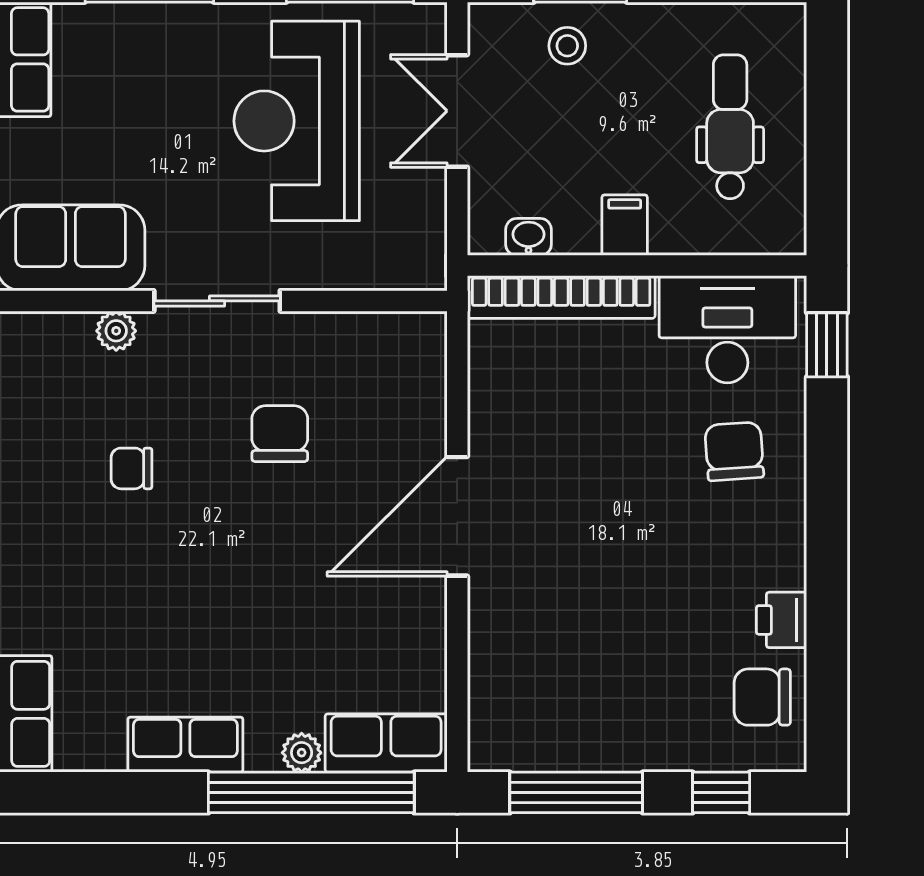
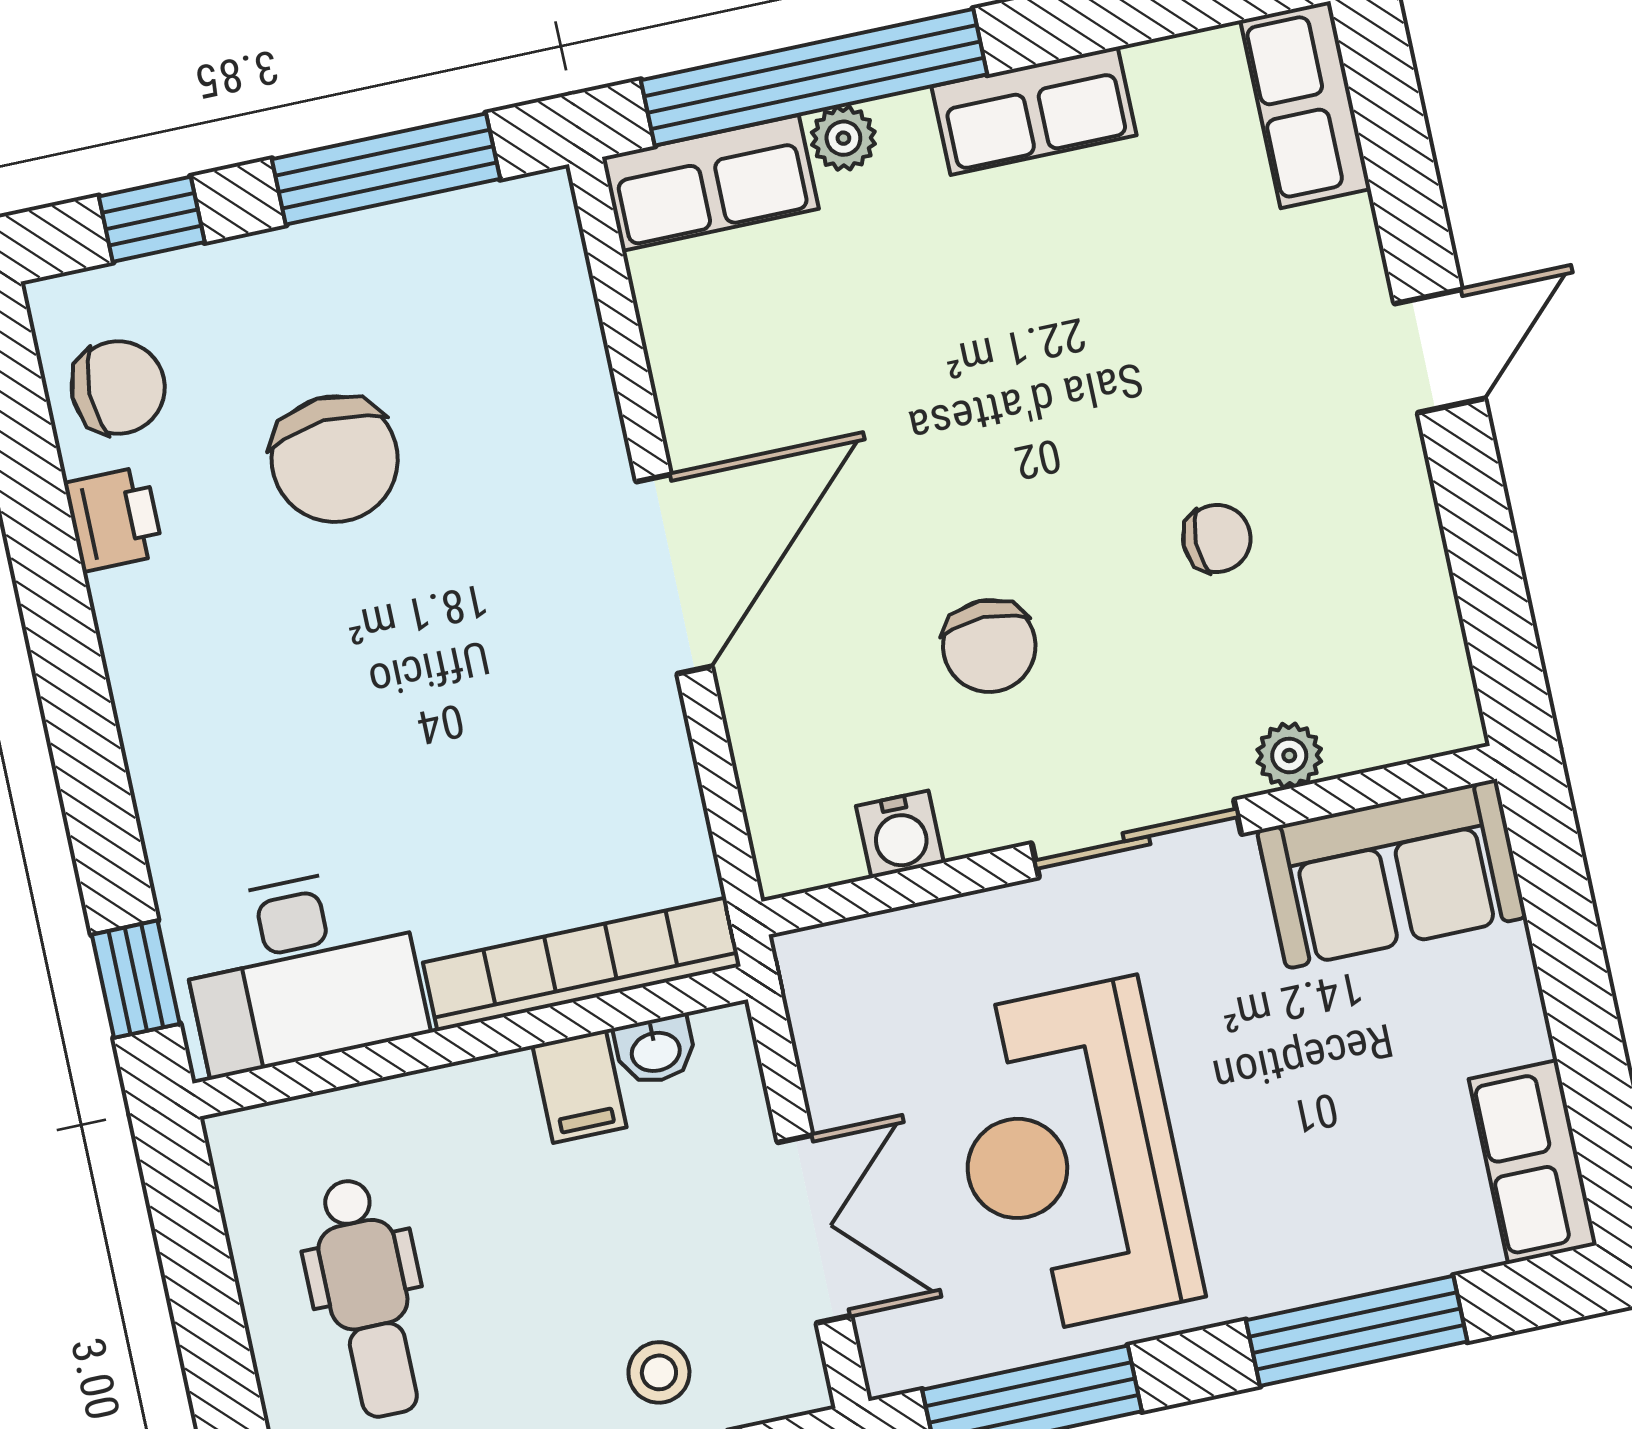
reception desk: (297, 121) -> (1070, 1157), turned 180
filing cabinet: (625, 225) -> (579, 1086), moved
water cooler: (356, 334) -> (900, 834), added
chair: (734, 451) -> (335, 459), moved, width x1.37, depth x1.37

